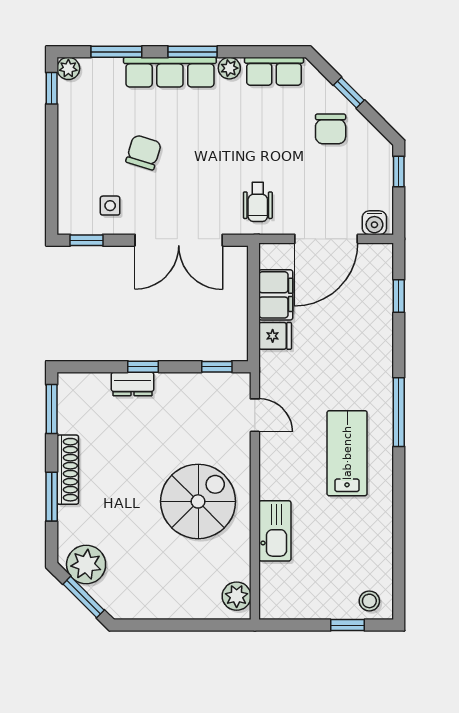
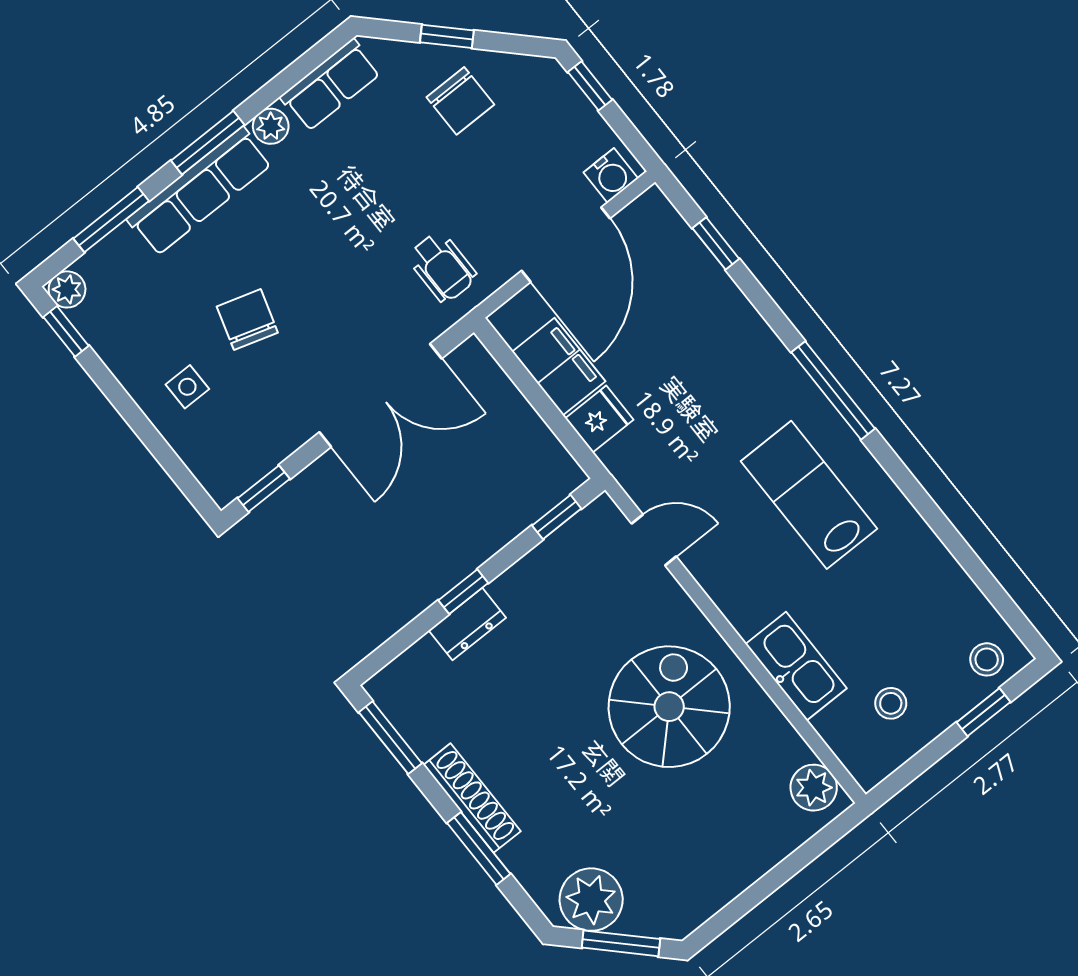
side table: (110, 206) -> (187, 387), moved
stool: (306, 585) -> (891, 703), added

